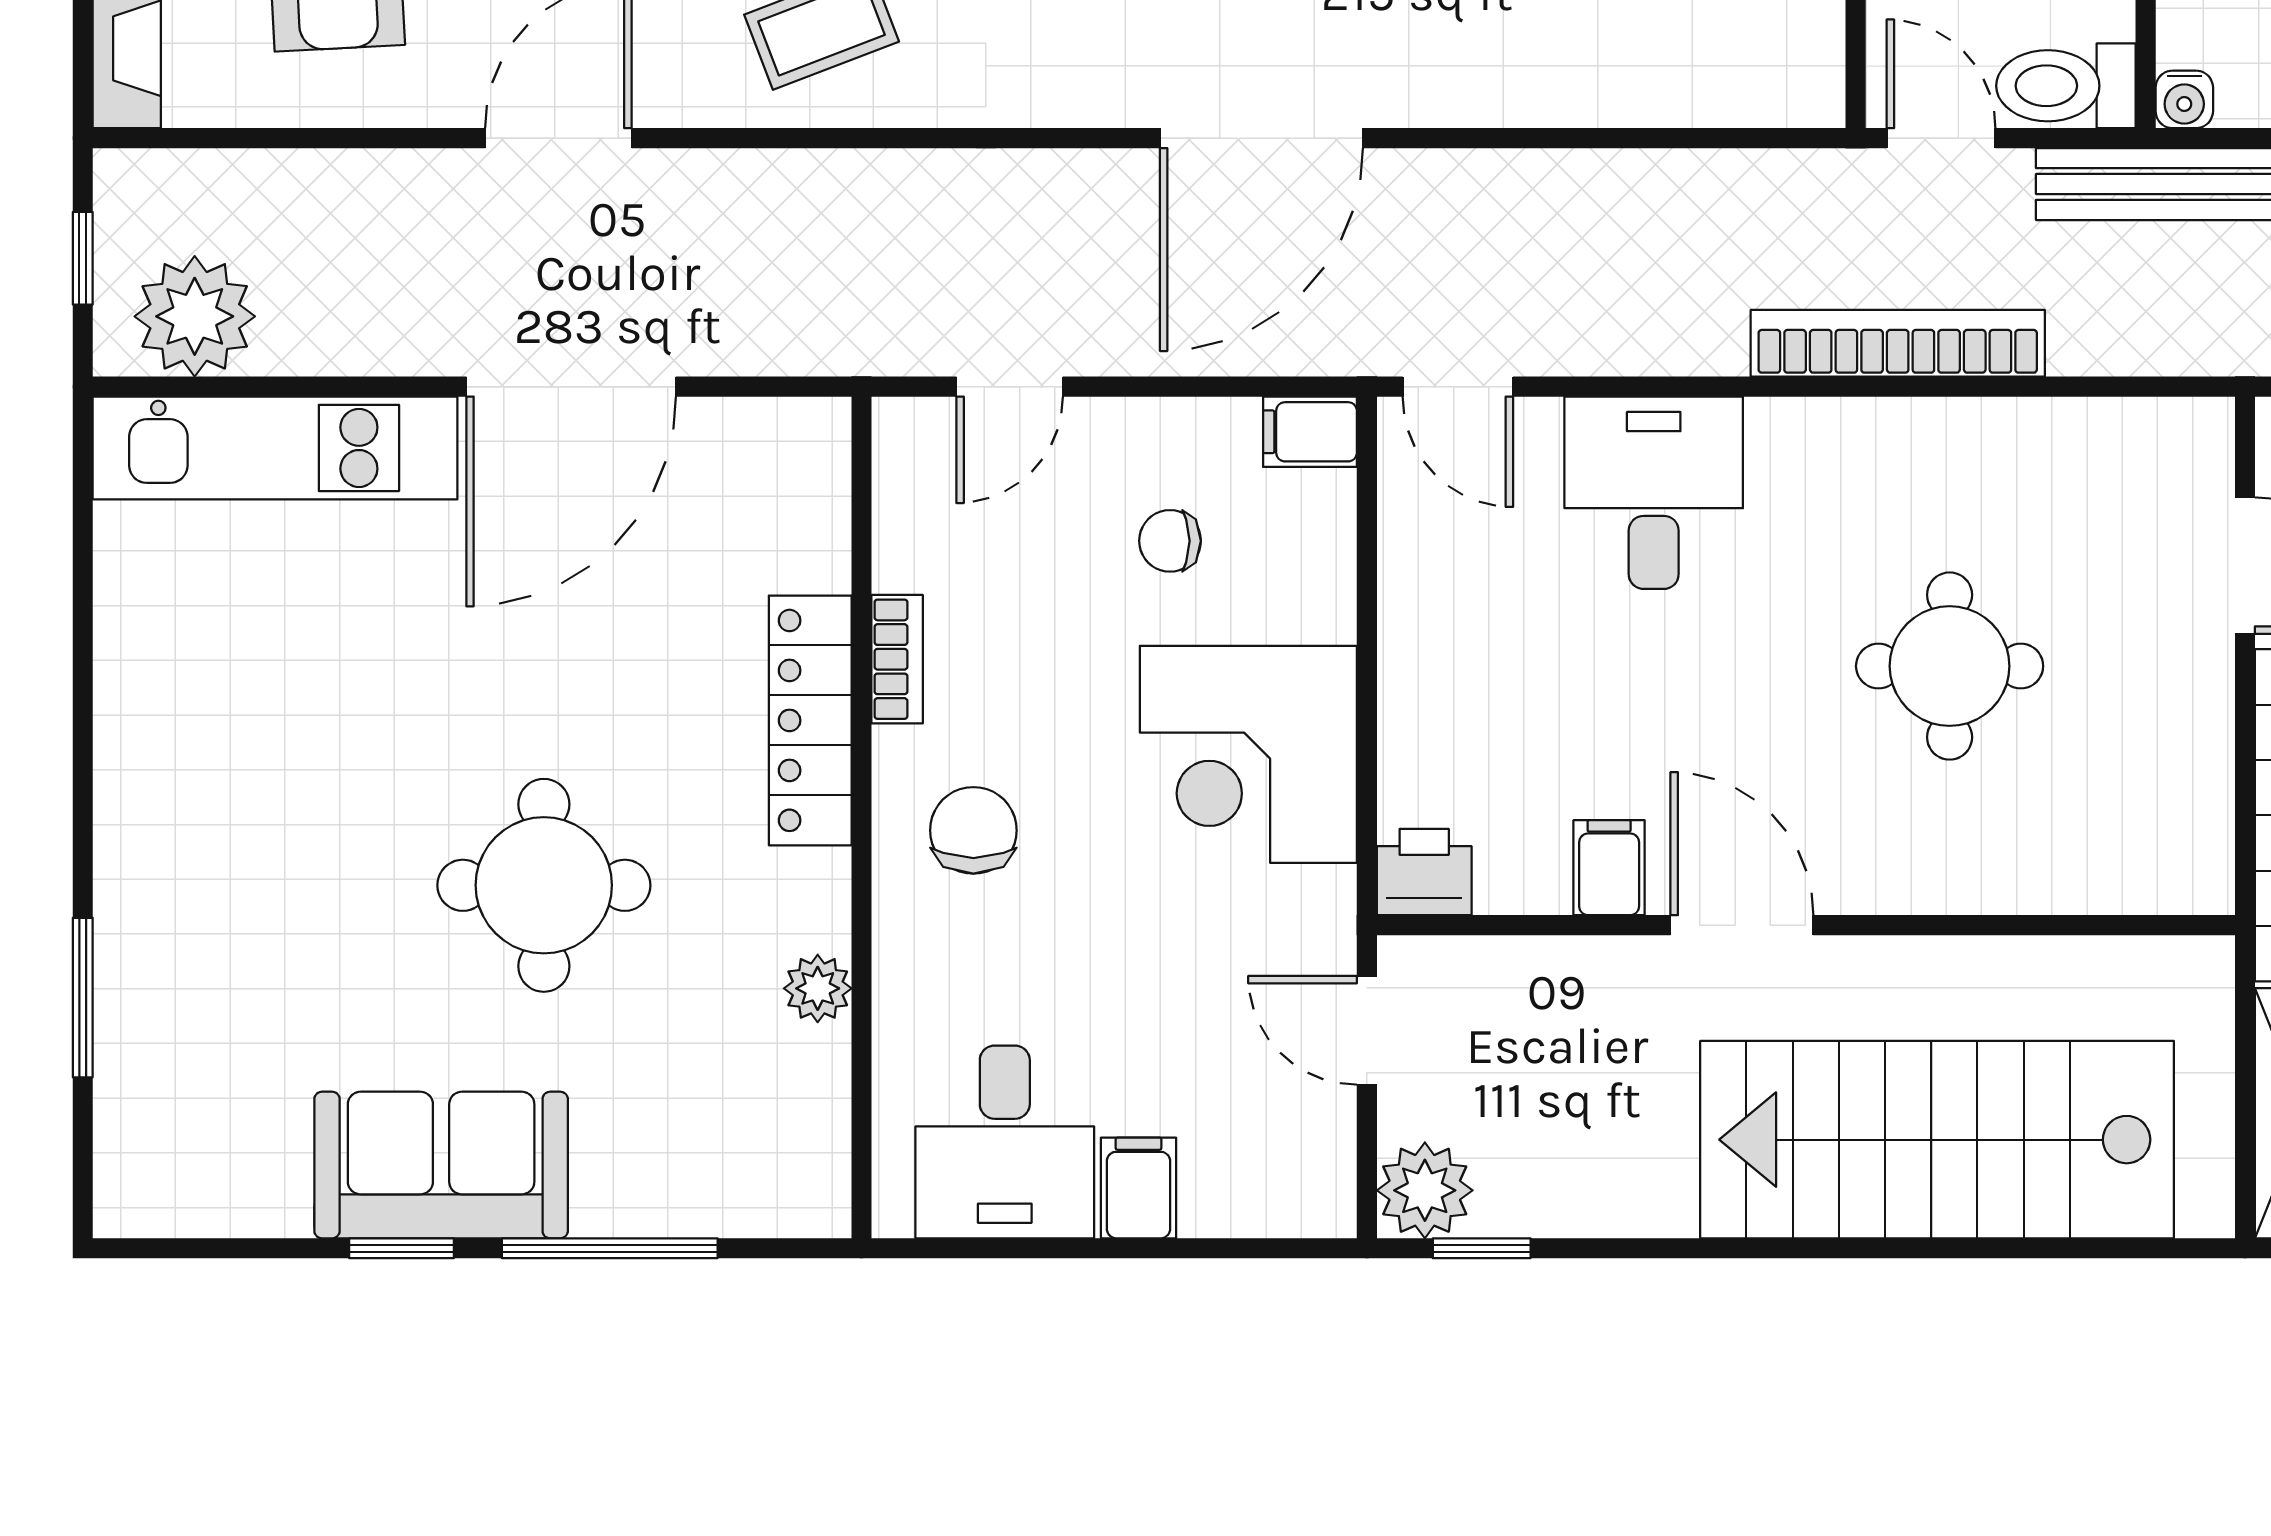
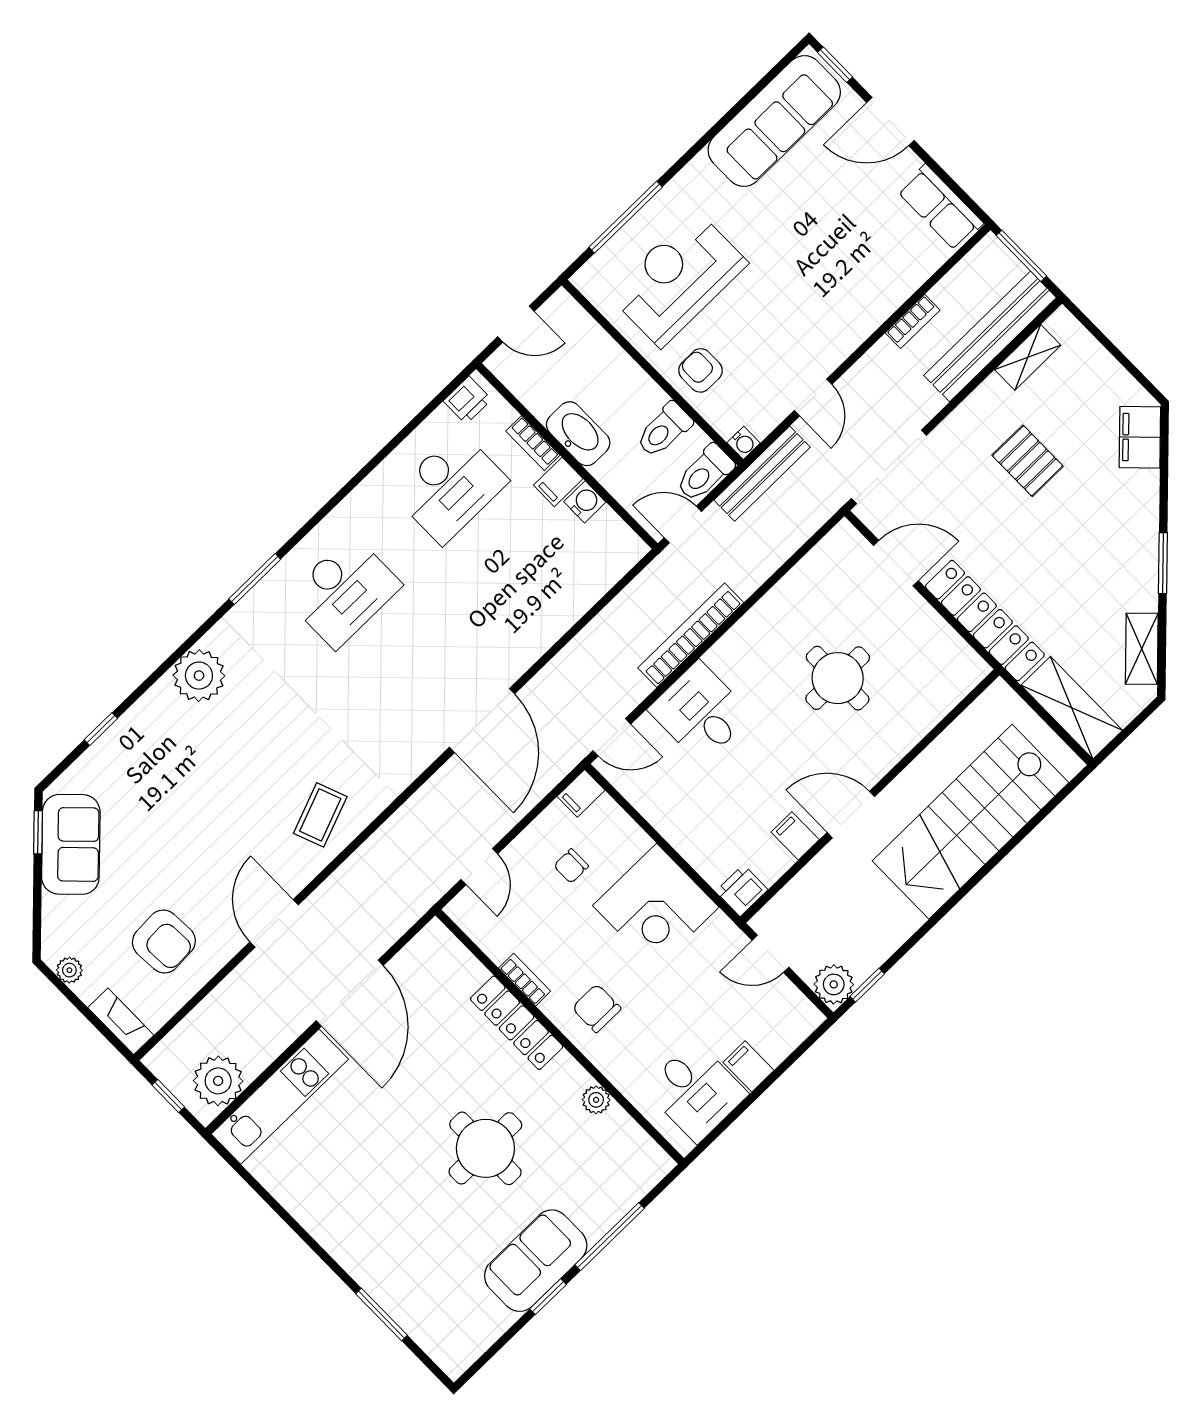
bookcase: (1898, 343) -> (691, 635), moved

